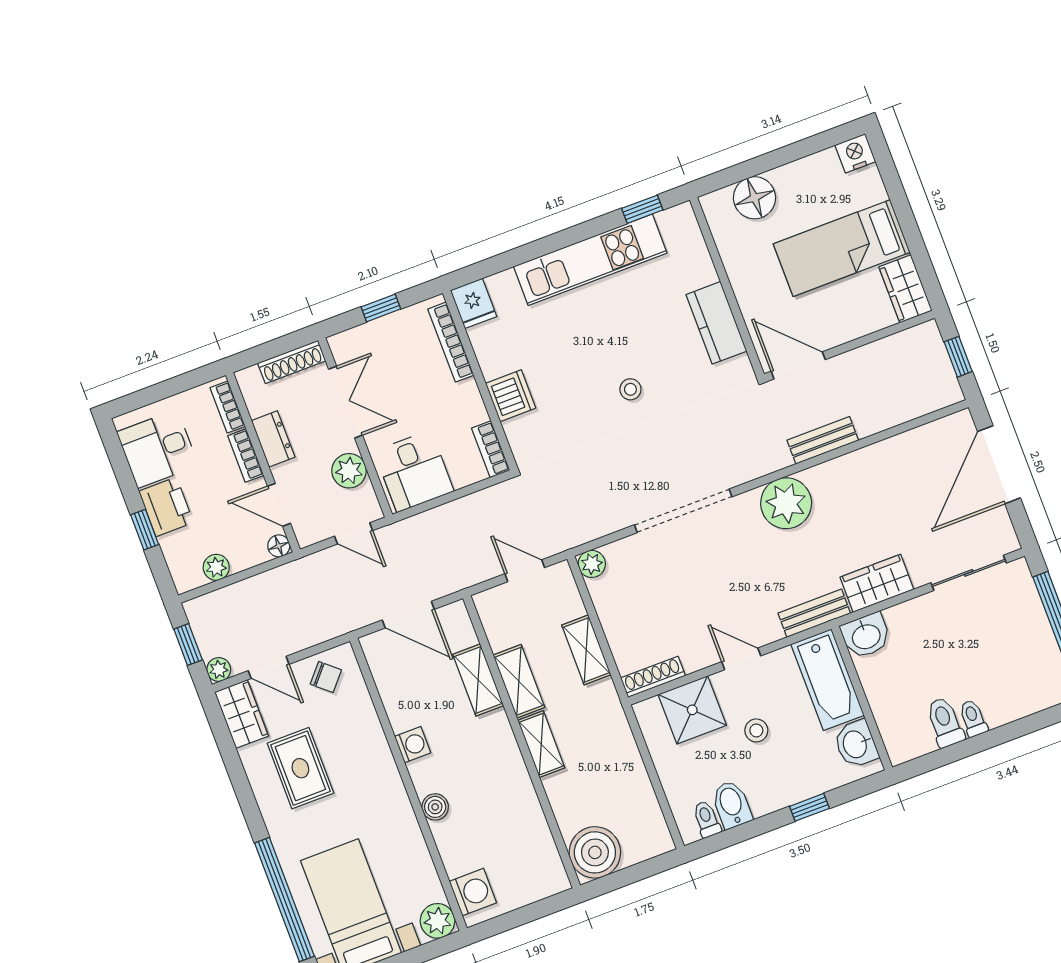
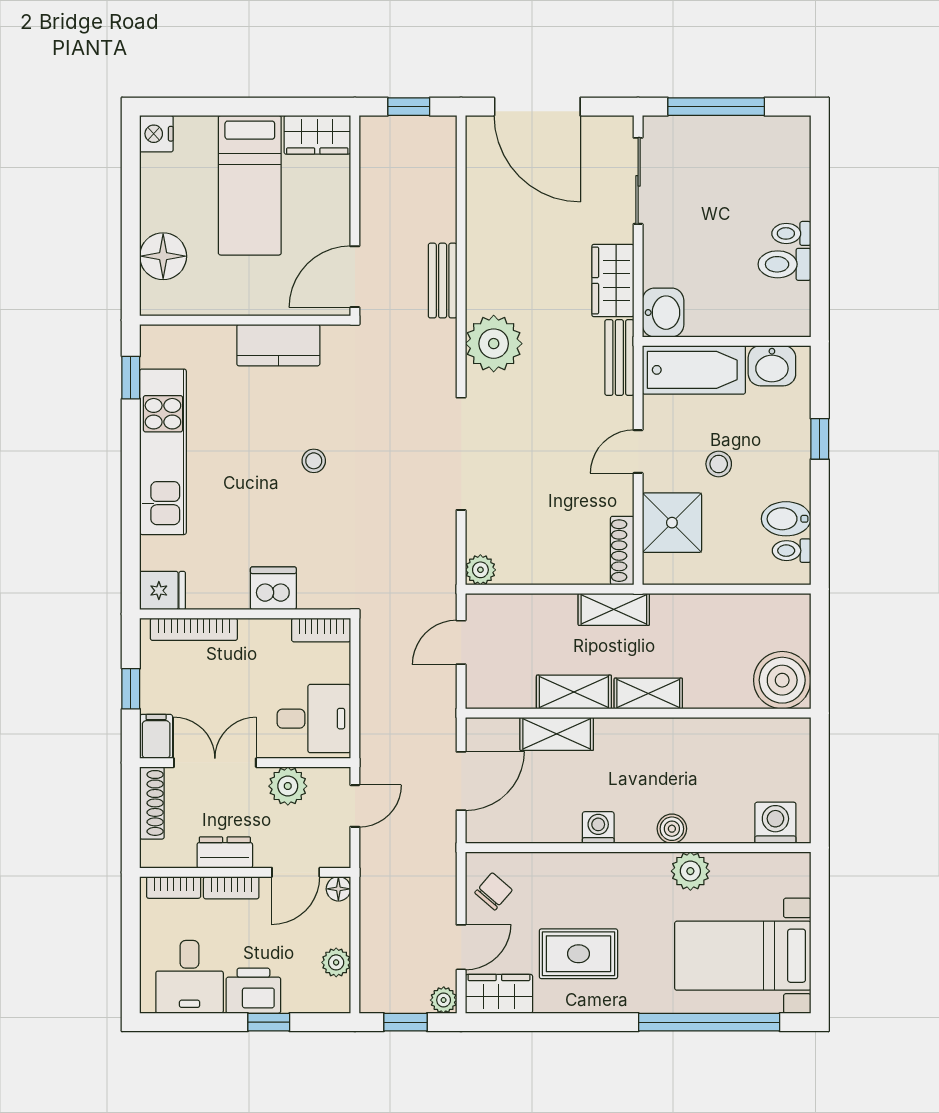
filing cabinet: (349, 344) -> (156, 736), added
shelving: (586, 650) -> (614, 609), moved
plant: (438, 921) -> (690, 871), moved

